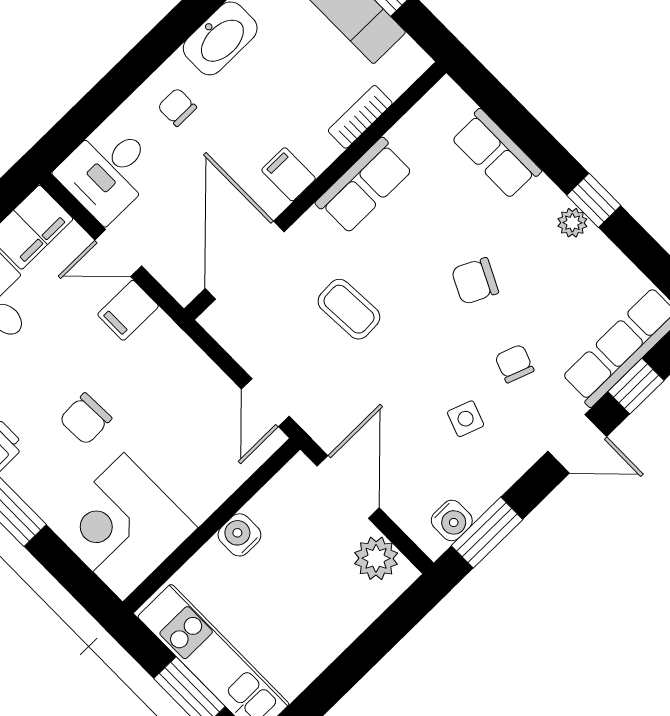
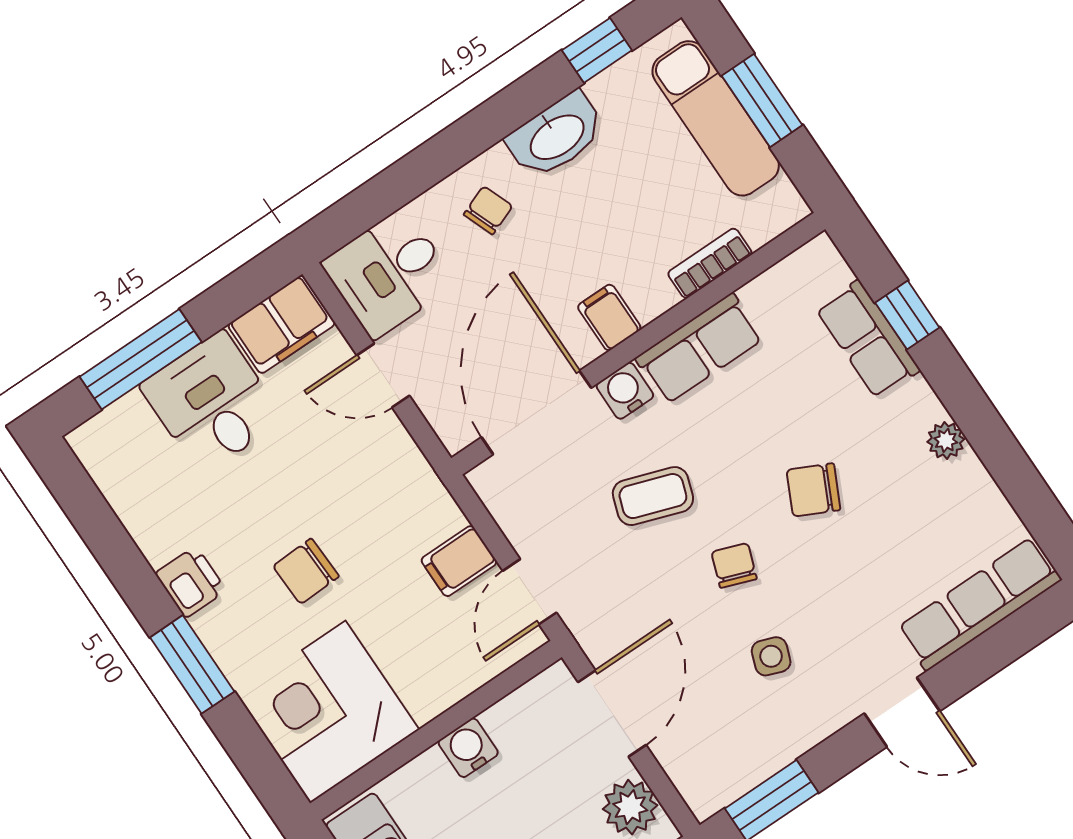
chair: (177, 107) -> (488, 210), turned 69
window: (594, 200) -> (907, 315), moved
coffee table: (349, 309) -> (653, 496), turned -68
filing cabinet: (128, 310) -> (459, 561), moved
chair: (514, 364) -> (734, 565), moved
window: (636, 386) -> (987, 655), removed
water cooler: (452, 520) -> (625, 391), moved, turned 180

